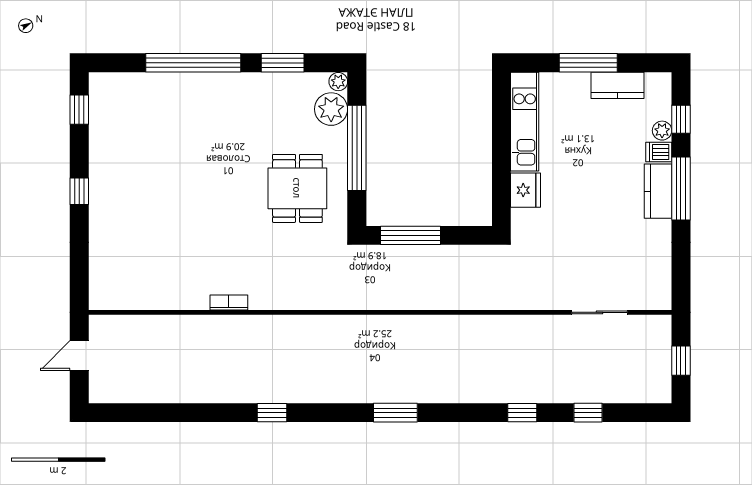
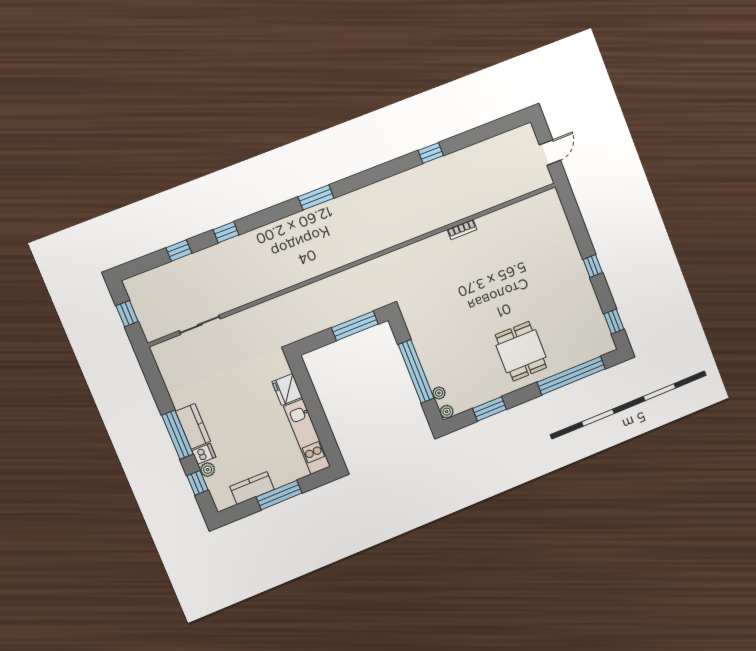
window: (193, 63) -> (571, 375), moved
plant: (331, 109) -> (439, 393), width x0.53, depth x0.53
dining table: (297, 188) -> (521, 351), moved
window: (272, 413) -> (431, 153), moved

